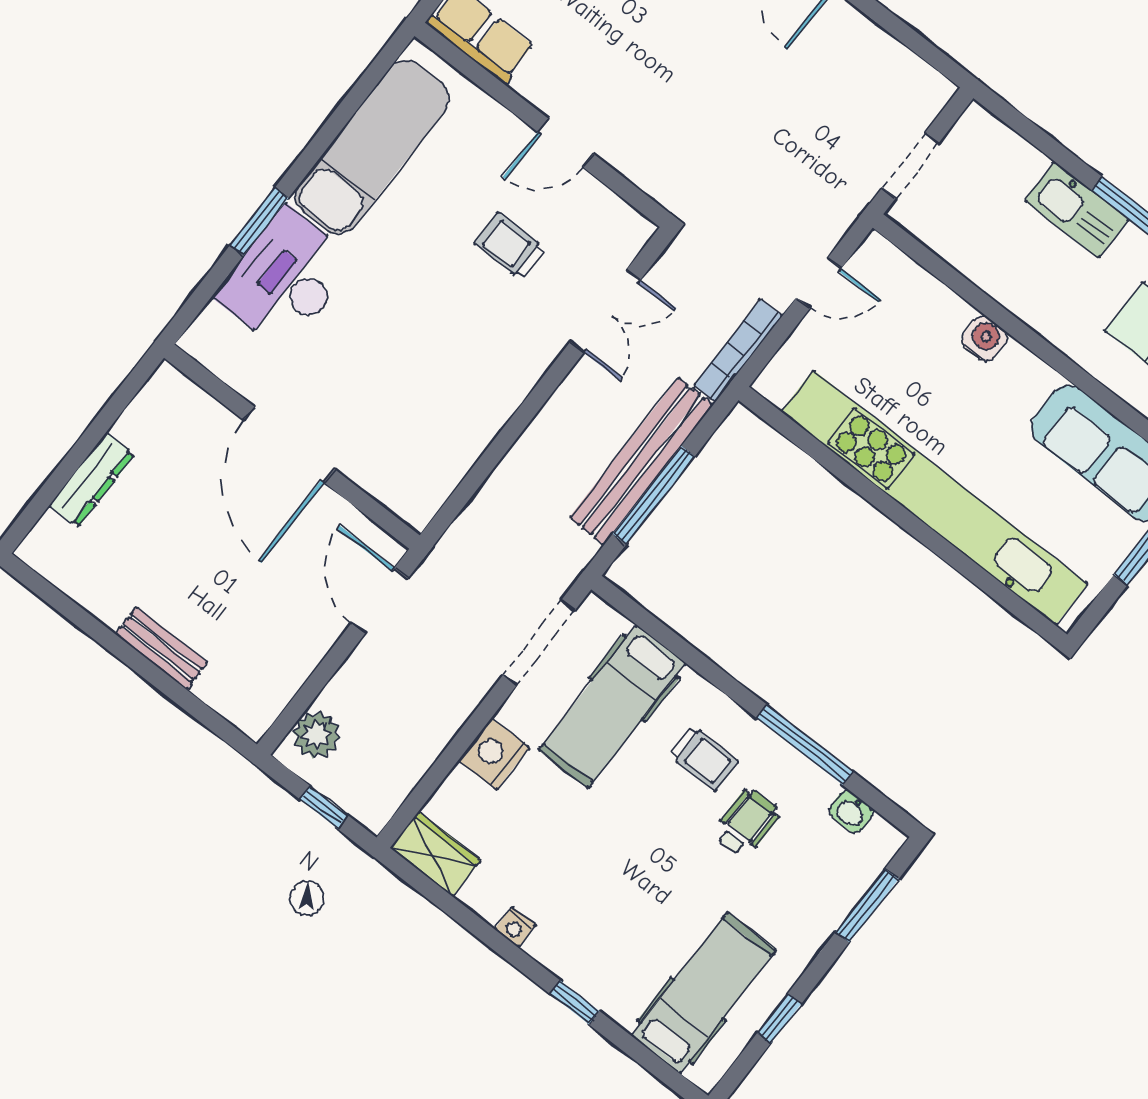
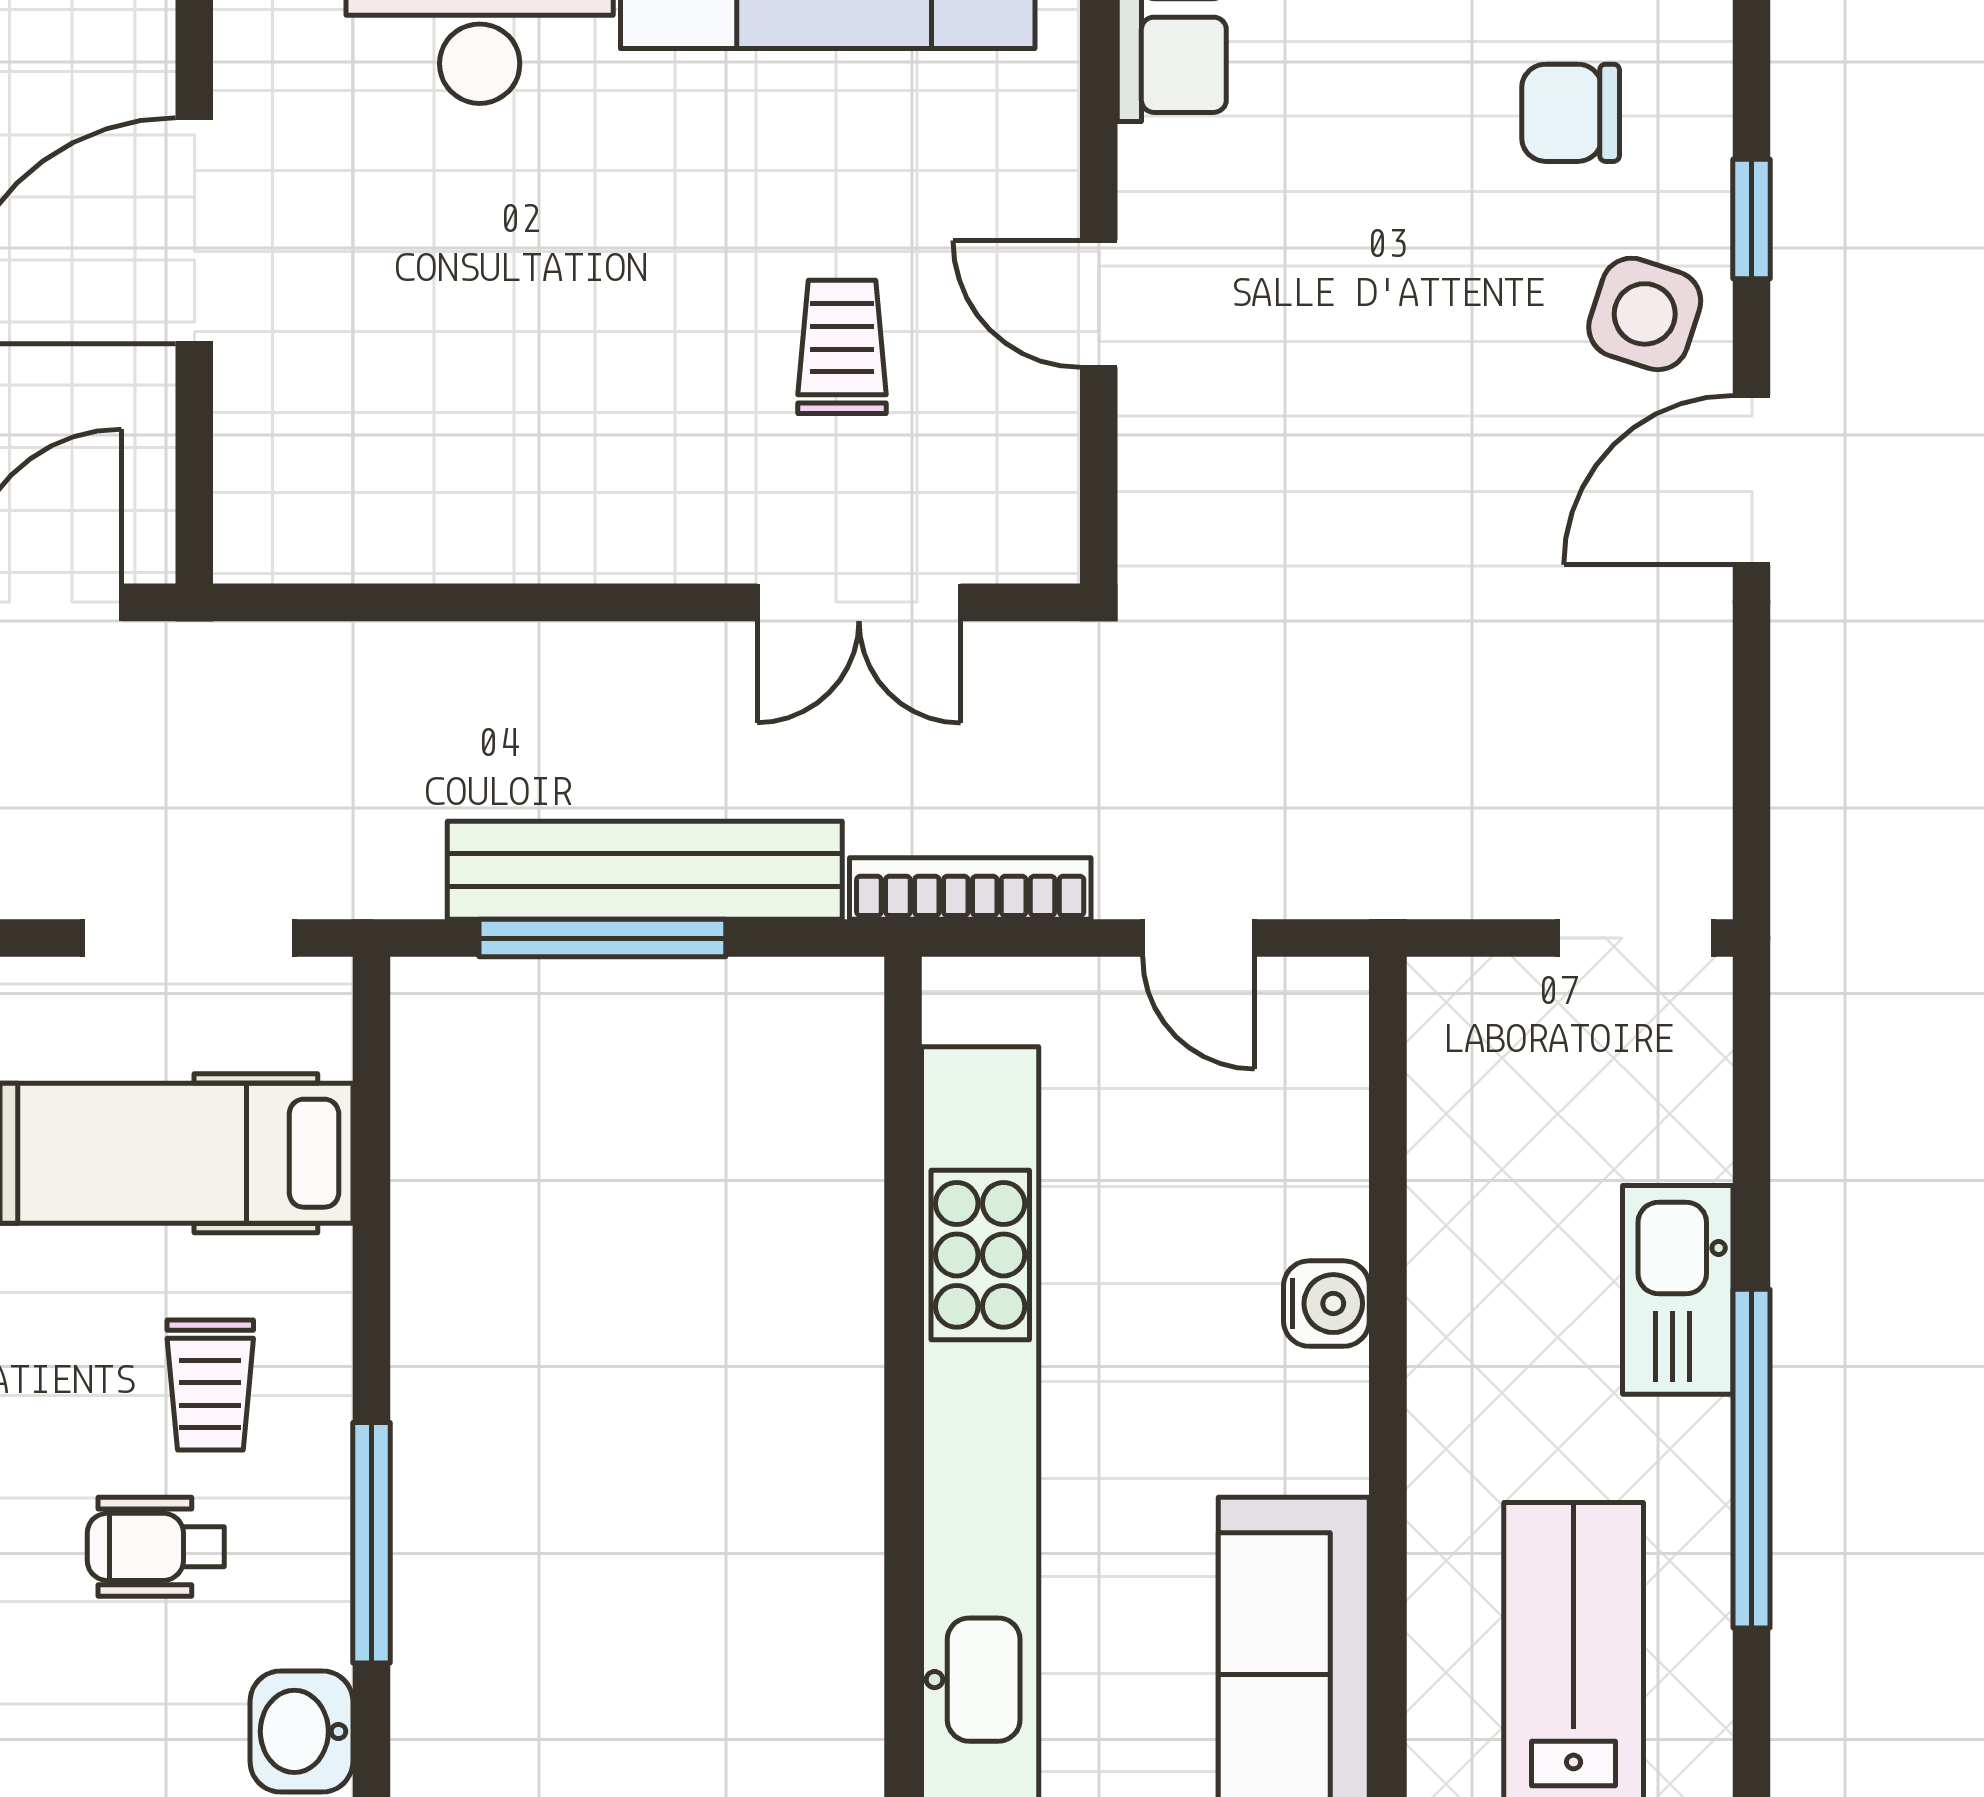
doorway: (910, 166) -> (1635, 938), moved
washbasin: (851, 812) -> (301, 1731), width x1.38, depth x1.45
wheelchair: (747, 823) -> (156, 1547), turned 180

